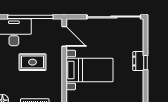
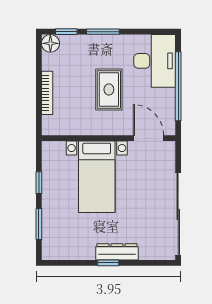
door: (64, 36) -> (148, 138), swing flipped
dresser: (138, 61) -> (117, 252), width x1.44

